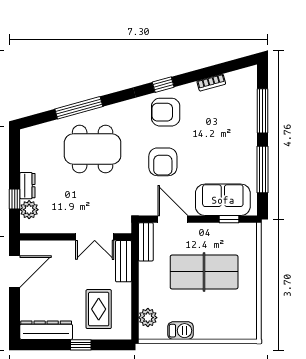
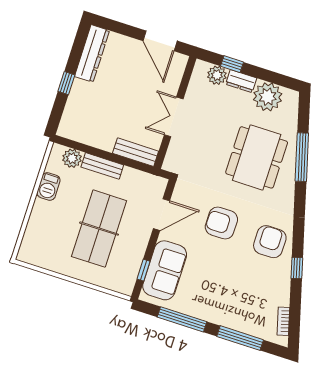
bookcase: (211, 83) -> (283, 321), moved
window: (163, 85) -> (297, 268), moved
plant: (34, 157) -> (268, 97), added
double door: (95, 237) -> (174, 117), moved
bench: (146, 242) -> (102, 166), moved
rug: (99, 309) -> (96, 112), removed

